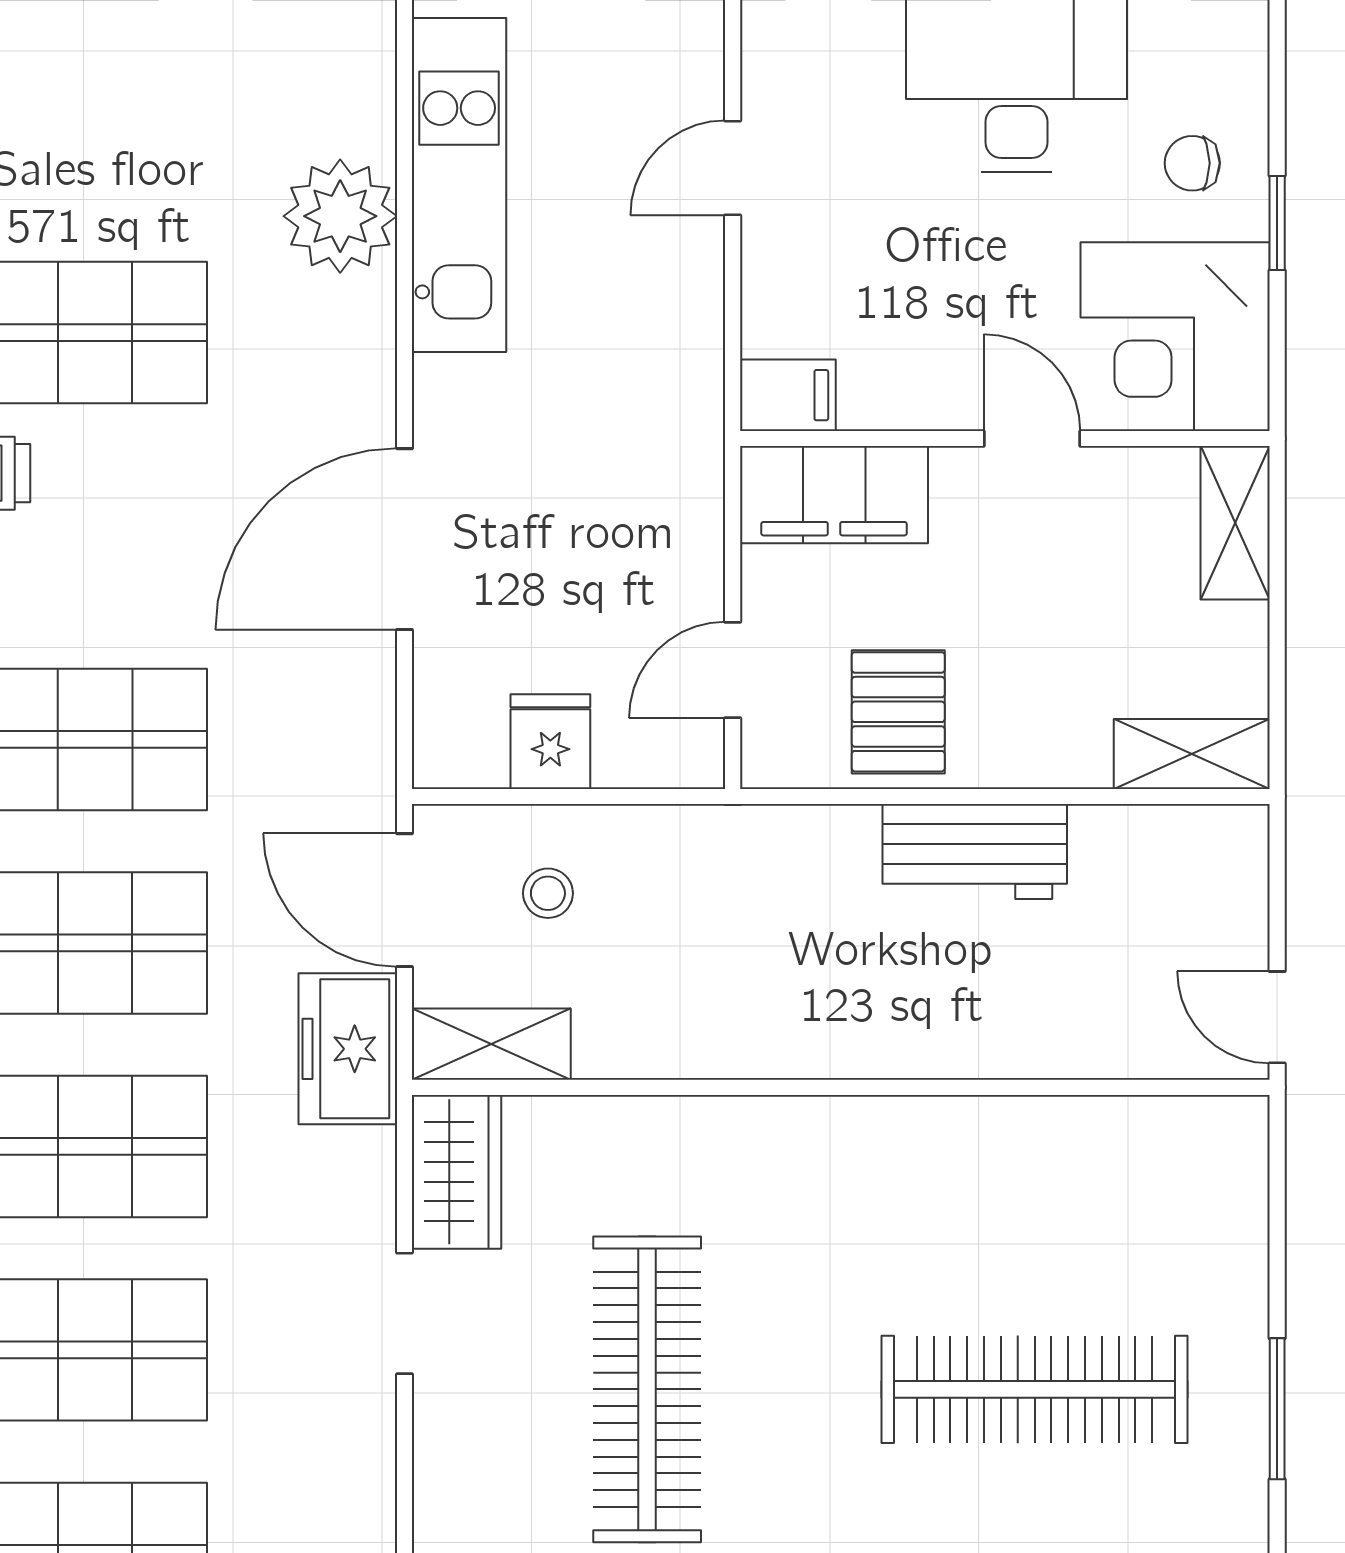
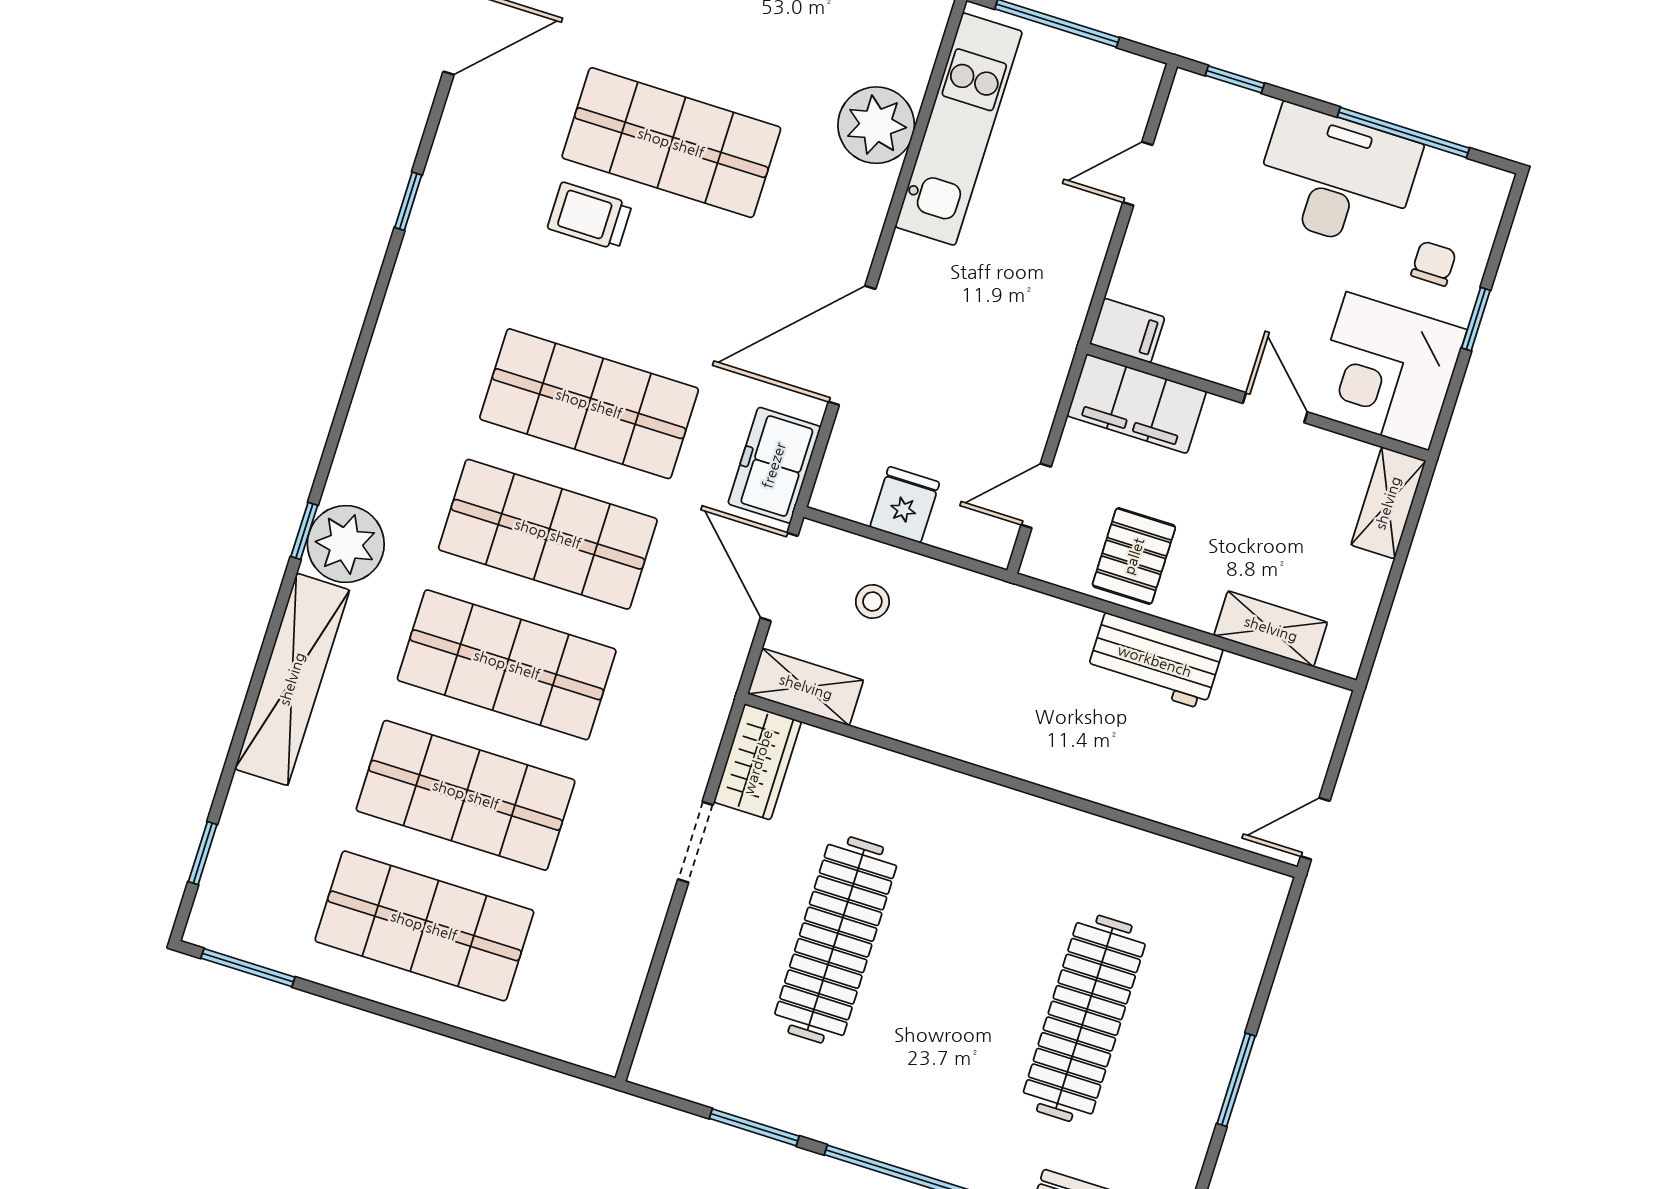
chair: (1192, 163) -> (1434, 264), turned 90
shelving: (1192, 754) -> (1271, 629), moved
door: (1277, 1017) -> (1315, 829), hinge flipped
freezer: (348, 1049) -> (774, 465), moved
clothes rail: (1035, 1389) -> (1084, 1018), turned 90

